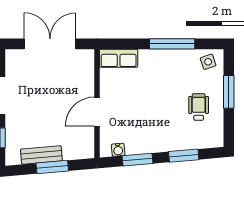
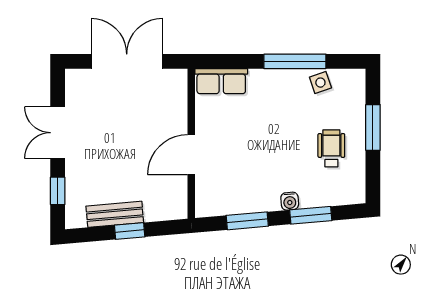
side table: (208, 62) -> (320, 83), moved
water cooler: (118, 150) -> (290, 201), moved
window: (52, 167) -> (130, 231), width x0.67

